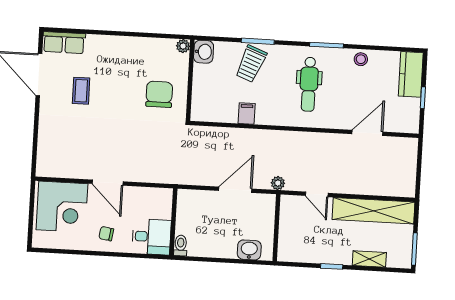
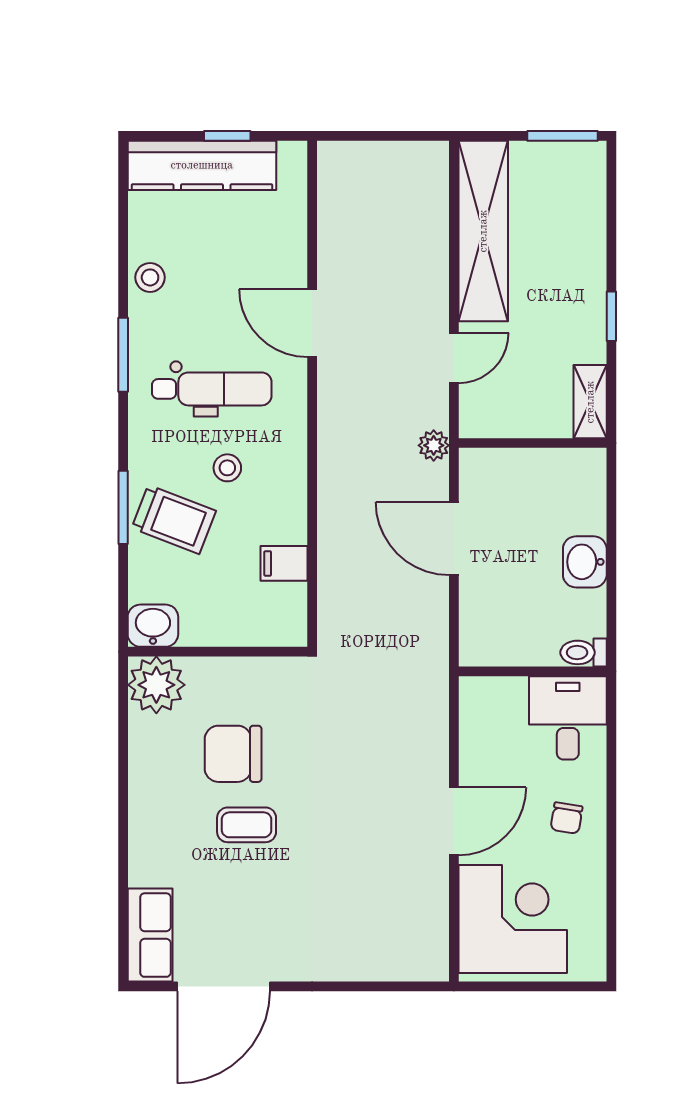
plant: (183, 46) -> (156, 685), width x1.88, depth x1.88
kitchen counter: (411, 74) -> (202, 165), width x1.50
stool: (273, 89) -> (227, 468), added
coffee table: (81, 91) -> (247, 825), moved
chair: (159, 94) -> (233, 754), moved
filing cabinet: (247, 113) -> (284, 563), moved
door: (367, 133) -> (312, 323), moved
washbasin: (249, 250) -> (585, 562), moved
shelving: (369, 259) -> (590, 402), moved

